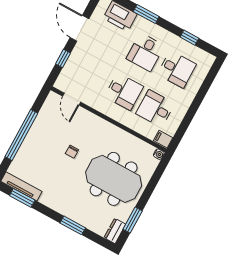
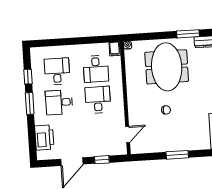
window: (146, 14) -> (30, 104), moved
desk: (145, 52) -> (59, 102), turned 180
window: (21, 135) -> (177, 155), width x0.47

